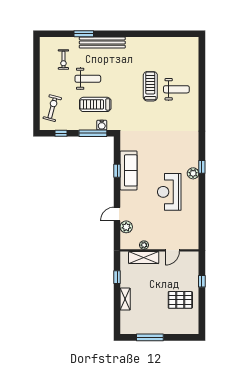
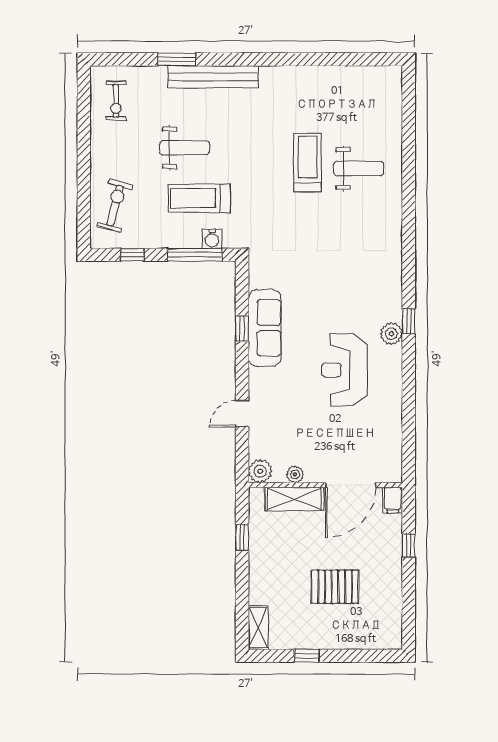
exercise bike: (63, 60) -> (116, 101), moved
plant: (126, 227) -> (260, 471), moved
door: (172, 250) -> (351, 485), width x1.88
filing cabinet: (194, 258) -> (393, 500), added
shelving: (125, 299) -> (258, 628), moved
pallet: (180, 300) -> (335, 587), moved
window: (150, 337) -> (307, 656), width x0.46

